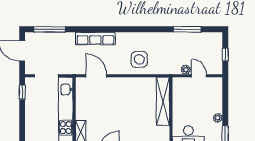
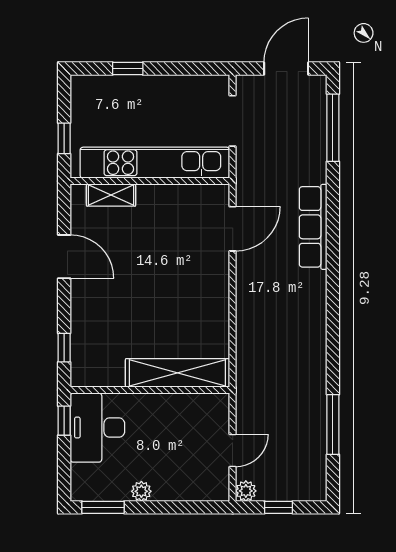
side table: (139, 59) -> (268, 322), removed
plant: (186, 70) -> (246, 491), moved
window: (22, 92) -> (128, 69), moved

